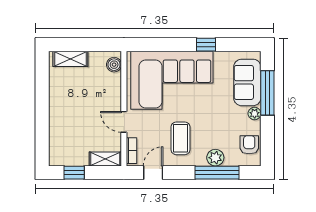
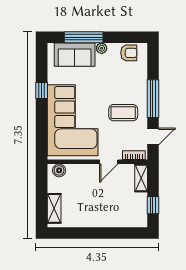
armchair: (249, 145) -> (129, 53), turned 180
plant: (215, 158) -> (140, 82), removed
door: (153, 173) -> (153, 136), swing flipped
window: (217, 173) -> (153, 99), moved

